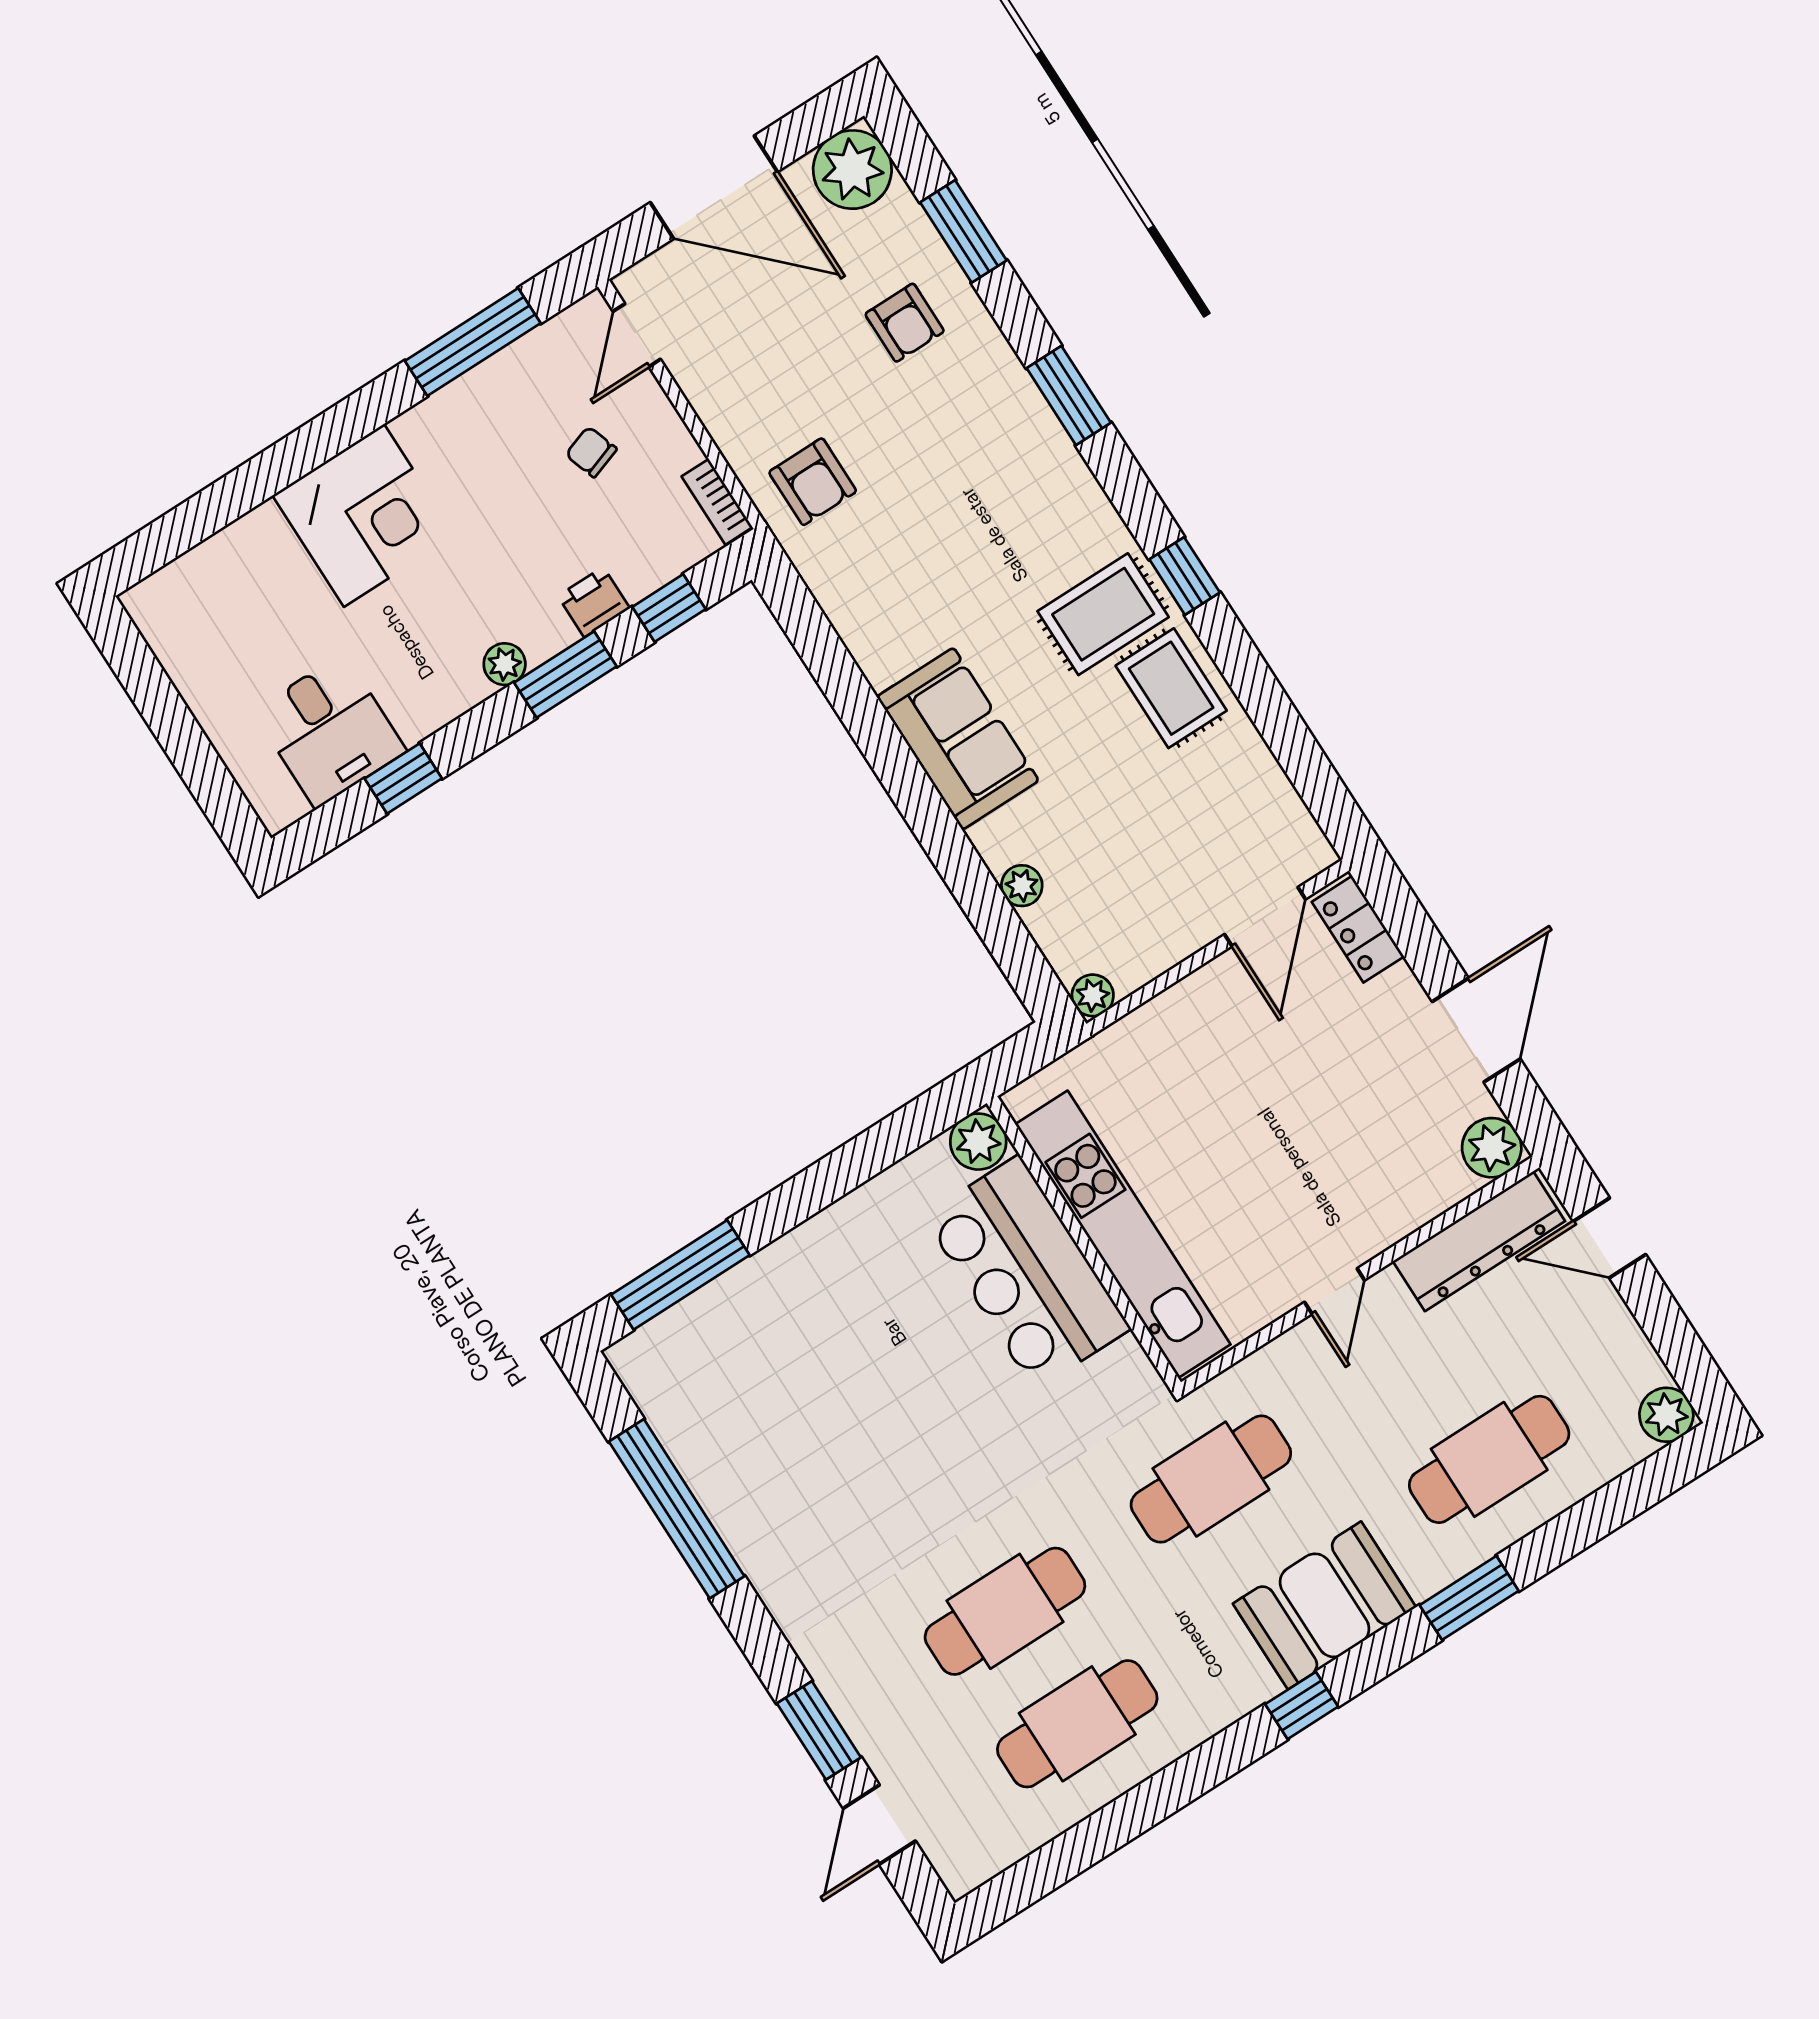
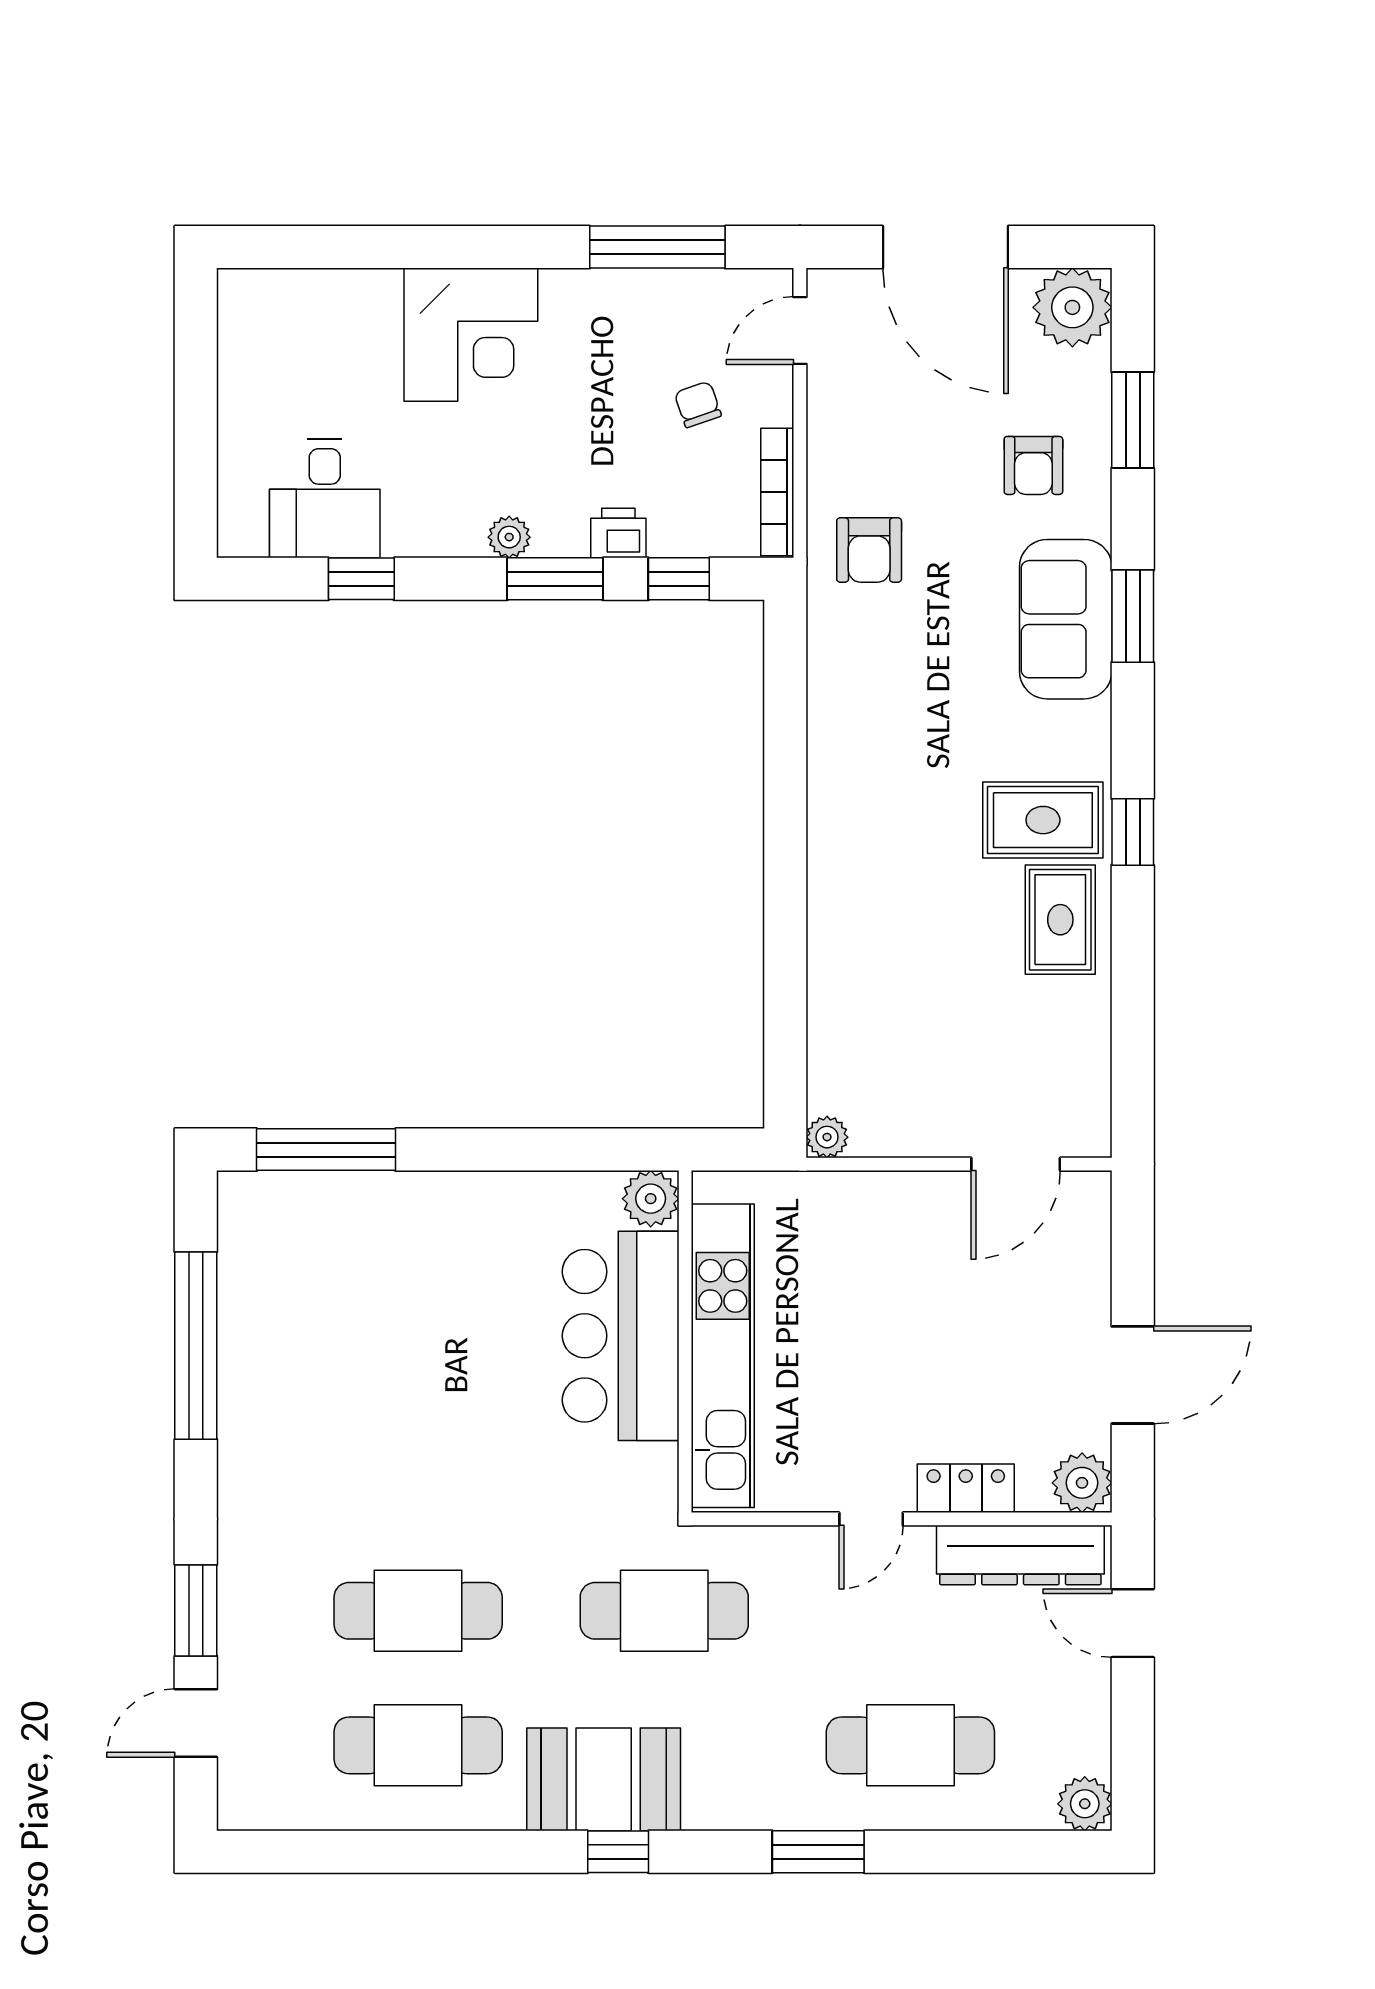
bookcase: (717, 502) -> (777, 492), width x1.56
sofa: (958, 739) -> (1066, 619), moved, turned 180
plant: (1022, 886) -> (827, 1006), removed
locker: (1358, 929) -> (966, 1488), moved, turned 90
booth: (1325, 1605) -> (604, 1779), moved

